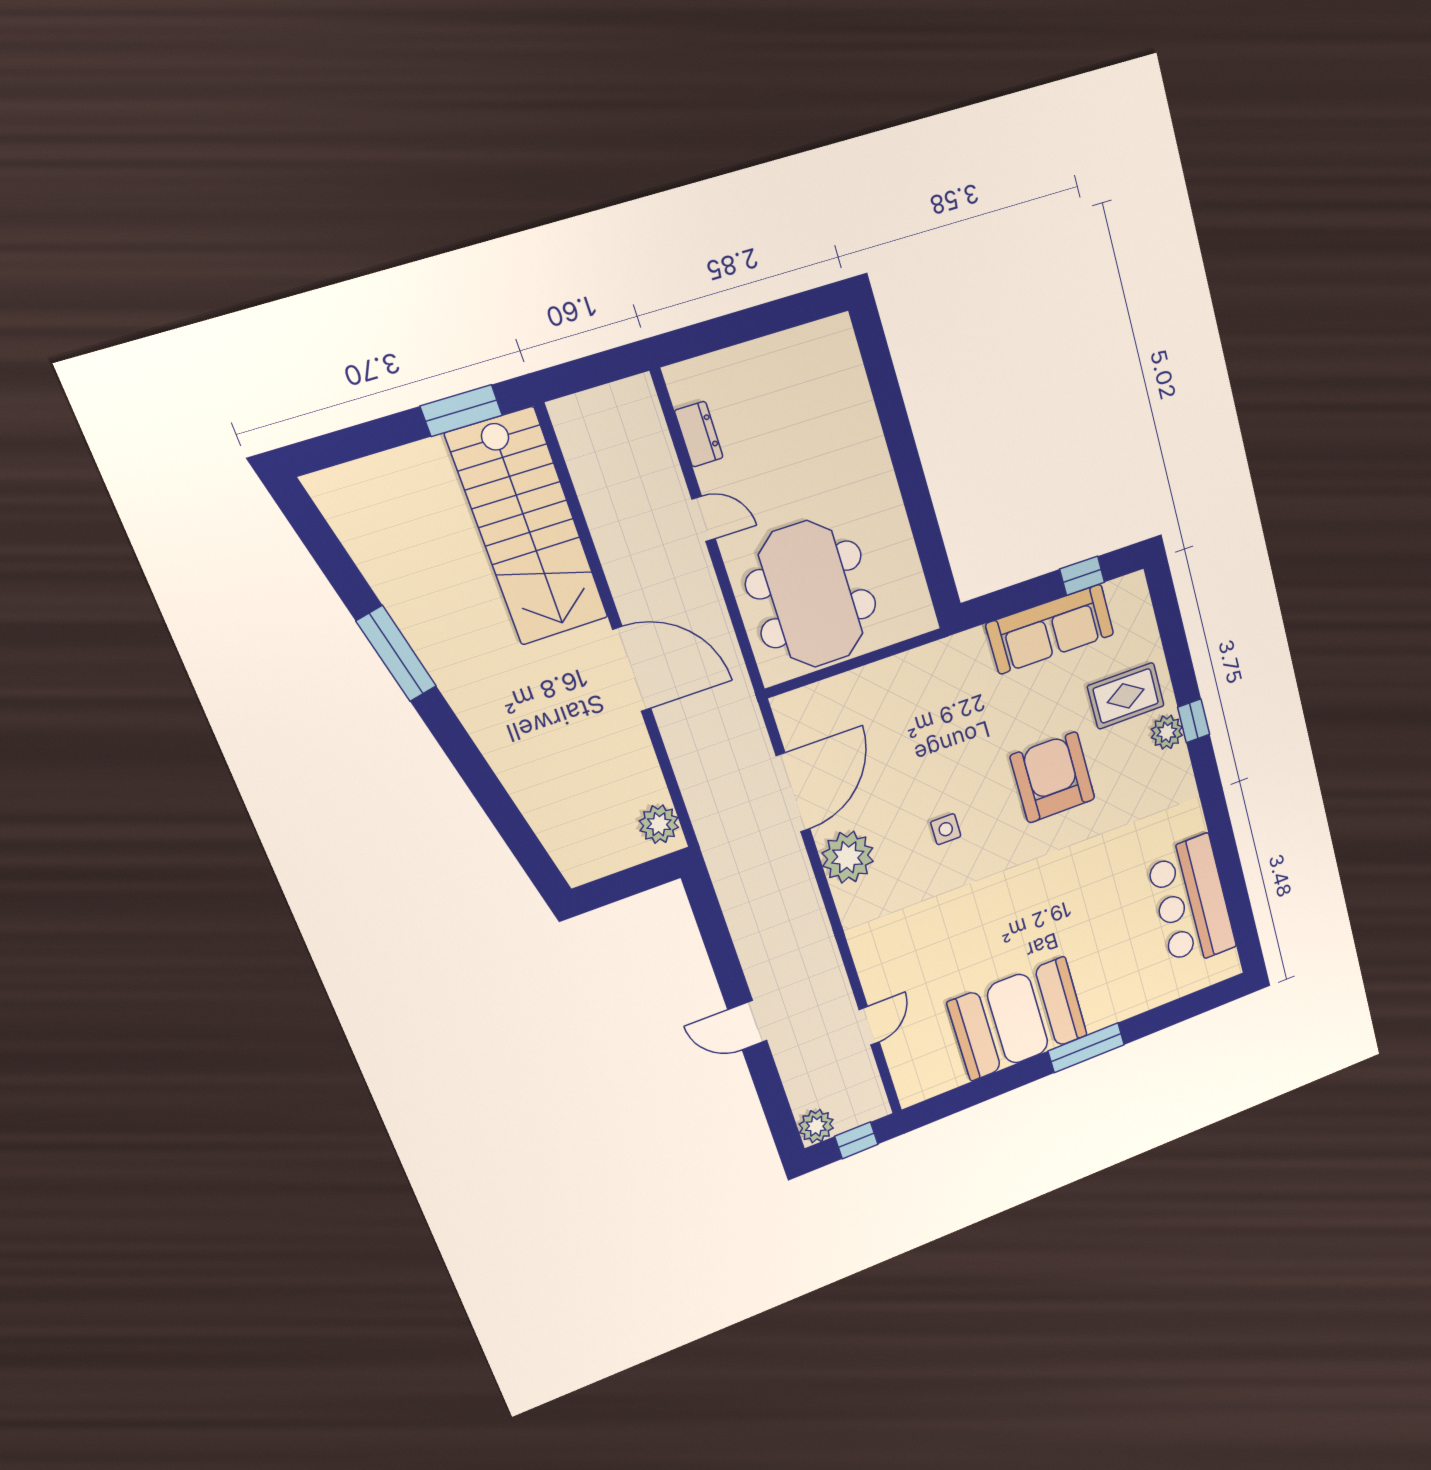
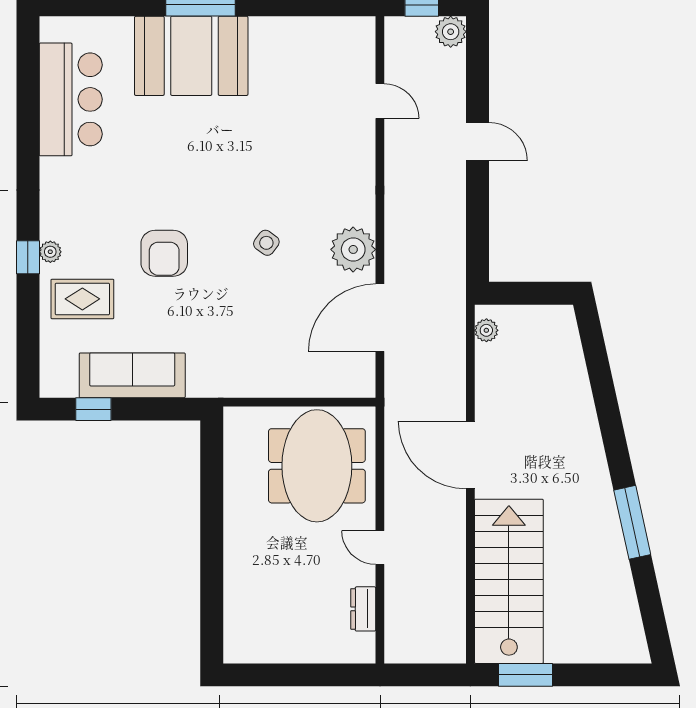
plant: (1167, 732) -> (50, 252), width x0.73, depth x0.73
armchair: (1053, 777) -> (164, 253), width x0.73, depth x0.73
plant: (659, 824) -> (486, 330), width x0.73, depth x0.73
side table: (946, 829) -> (266, 243), turned 36
booth: (1018, 1019) -> (191, 56), moved
door: (869, 1026) -> (380, 101), swing flipped

